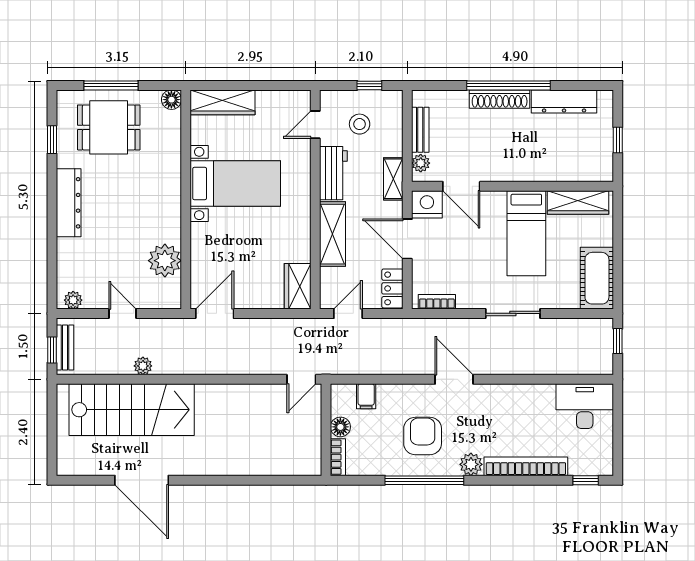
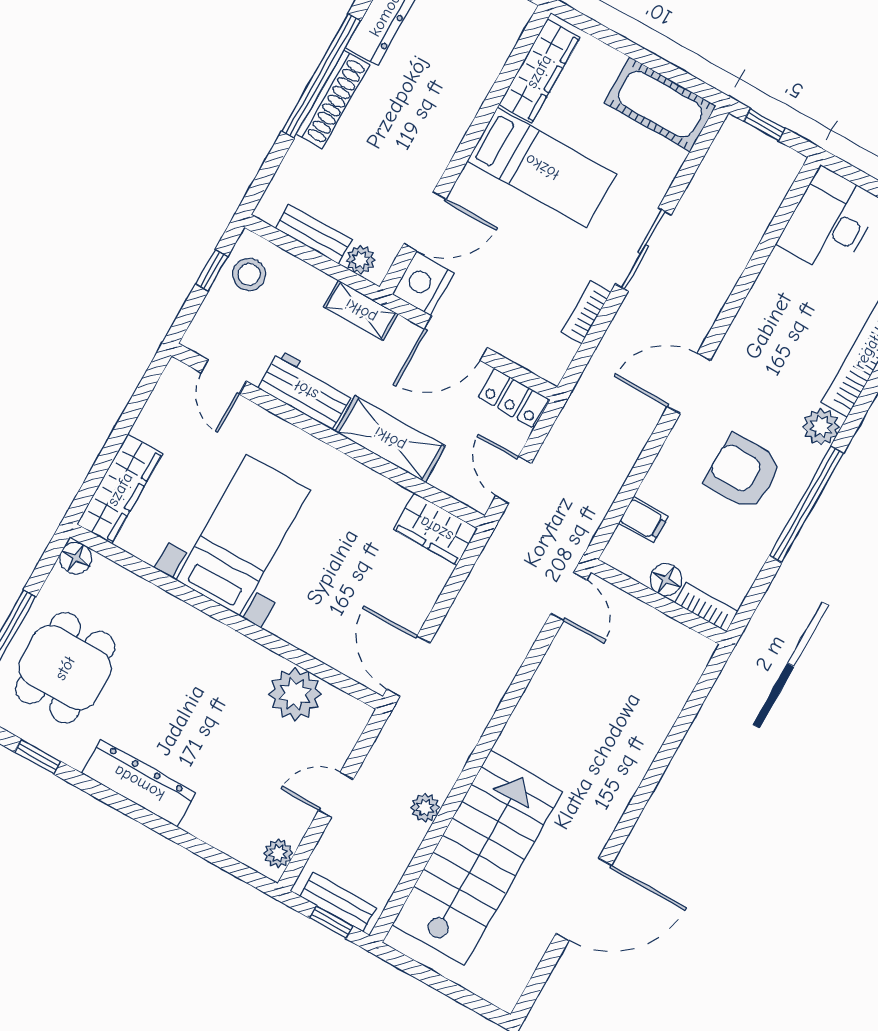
stool: (360, 124) -> (249, 274), moved
bookcase: (437, 302) -> (586, 312), moved

